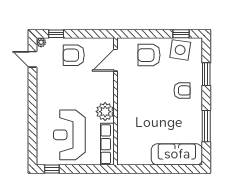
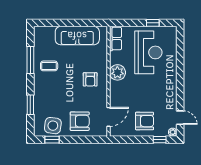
armchair: (182, 90) -> (90, 79), moved, turned -90
coffee table: (185, 119) -> (49, 66), added
row of seats: (107, 144) -> (116, 39), width x0.68
sofa: (177, 154) -> (77, 36), moved
window: (52, 169) -> (153, 23), moved

